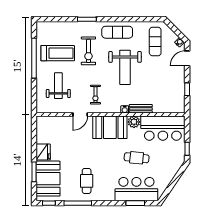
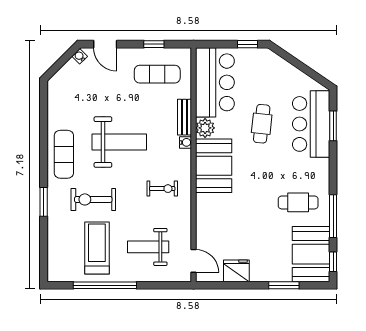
exercise mat: (155, 42) -> (157, 74), moved
exercise bike: (88, 51) -> (93, 199), turned 180
door: (80, 114) -> (193, 261), moved
fridge: (43, 152) -> (236, 271), moved
booth: (48, 179) -> (311, 254), moved, turned 90

